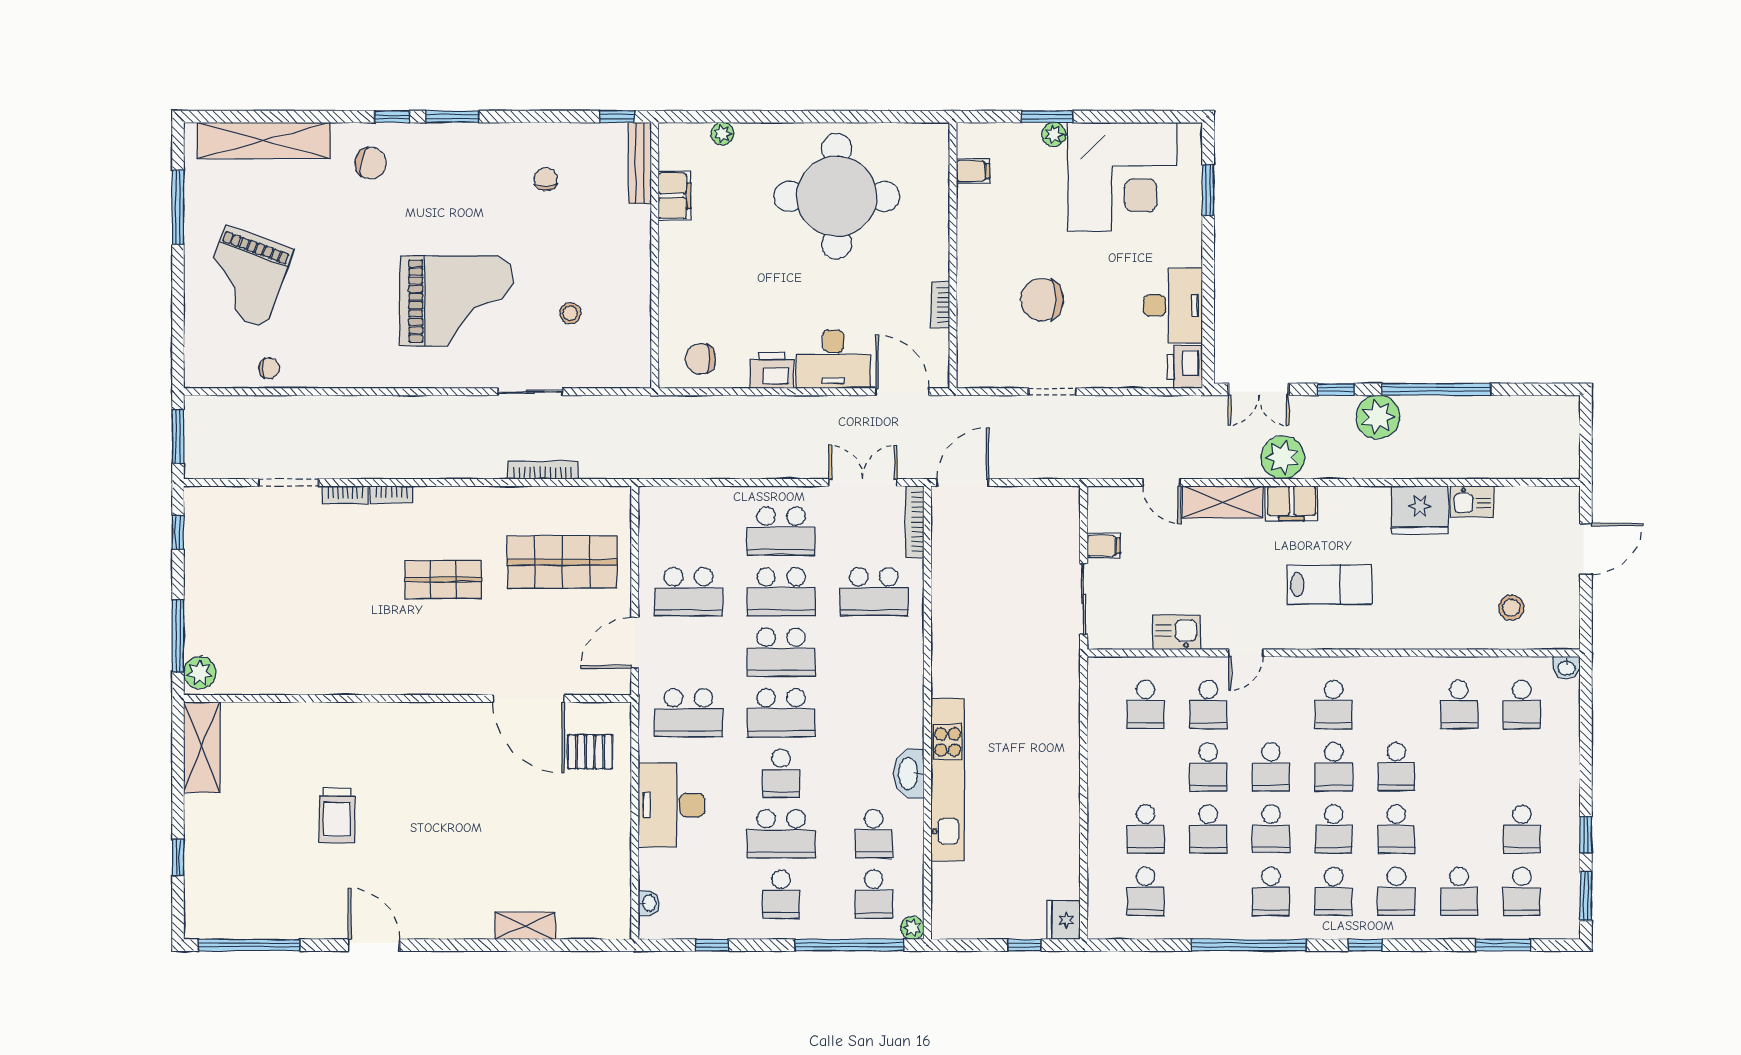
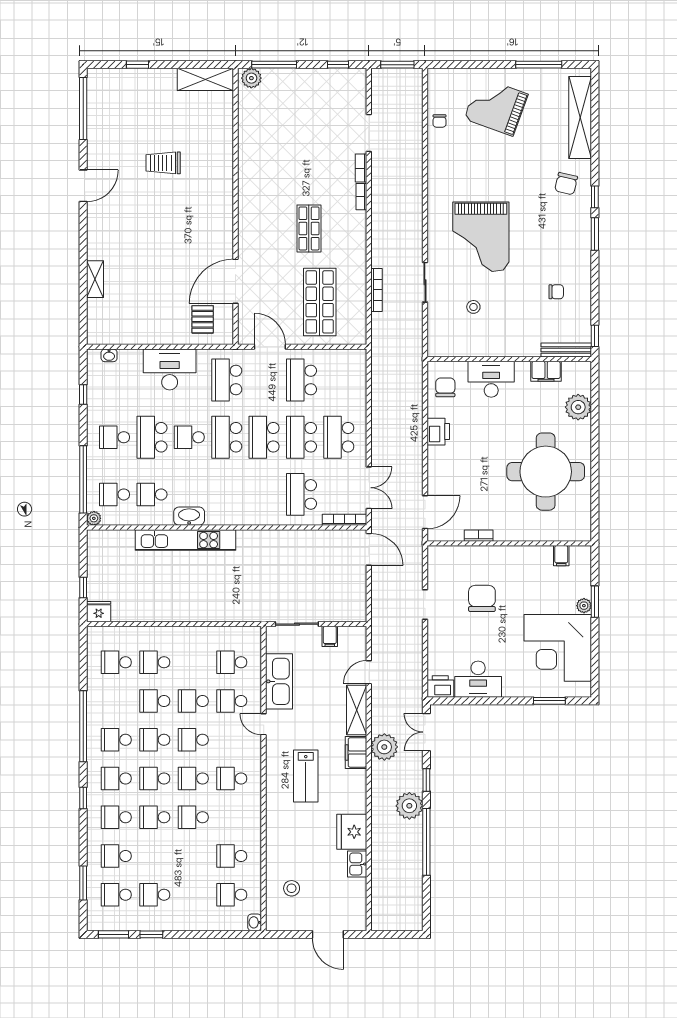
plant: (723, 134) -> (578, 407), width x1.87, depth x1.87
desk: (833, 359) -> (491, 379), moved, turned 90
kitchen sink: (1176, 632) -> (279, 681), width x1.88, depth x1.24

